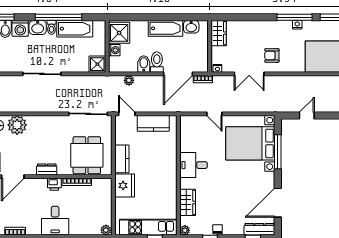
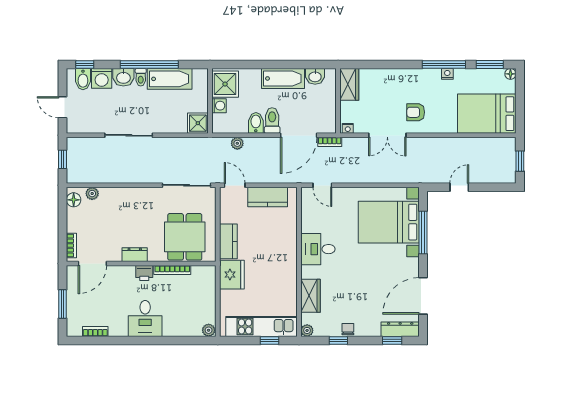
door: (214, 114) -> (322, 185), moved
plant: (17, 125) -> (92, 194), width x0.53, depth x0.53

